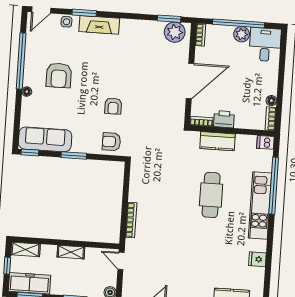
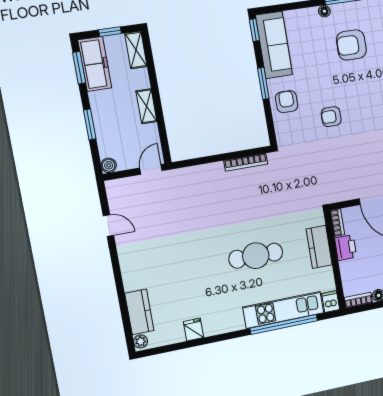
armchair: (111, 142) -> (287, 102), moved
kitchen unit: (260, 206) -> (283, 310), moved
bookcase: (131, 220) -> (246, 162), moved

